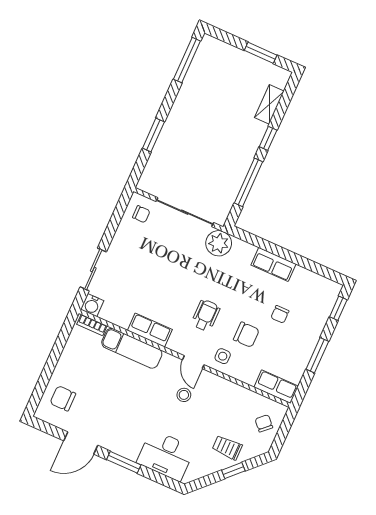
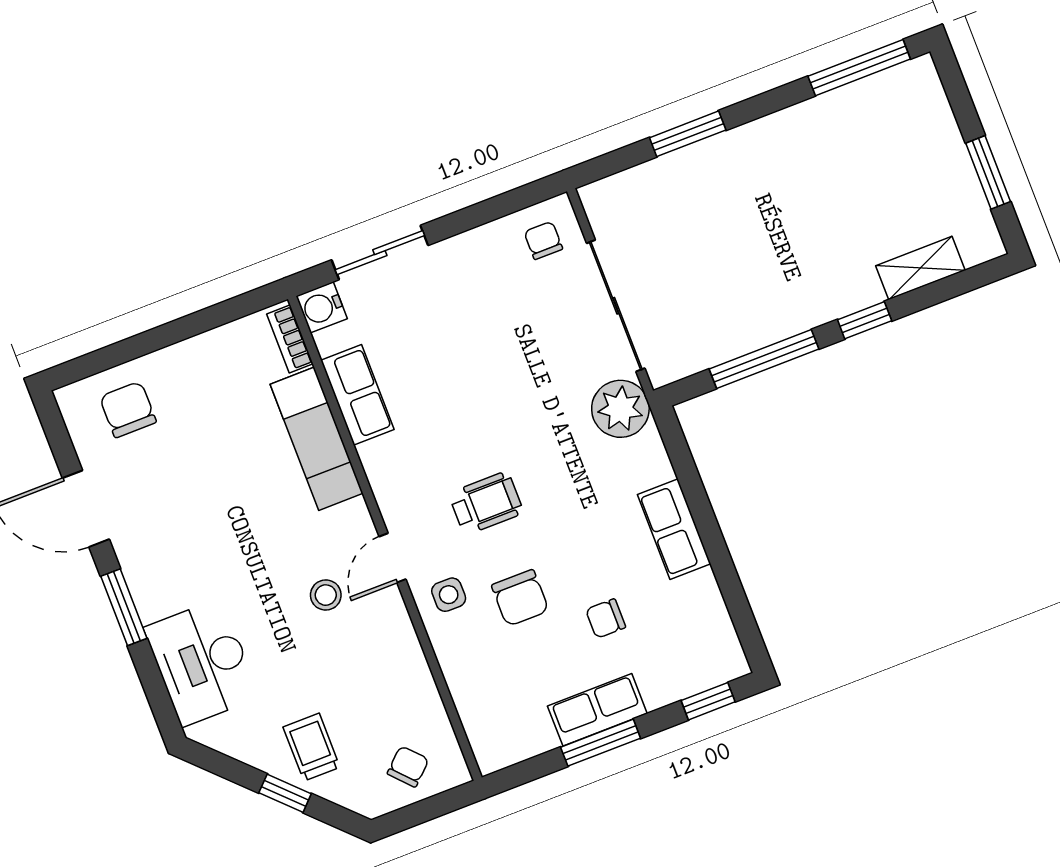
chair: (141, 214) -> (543, 240), turned 180
row of seats: (150, 330) -> (357, 395), moved
row of seats: (276, 387) -> (597, 710), moved, turned -90

